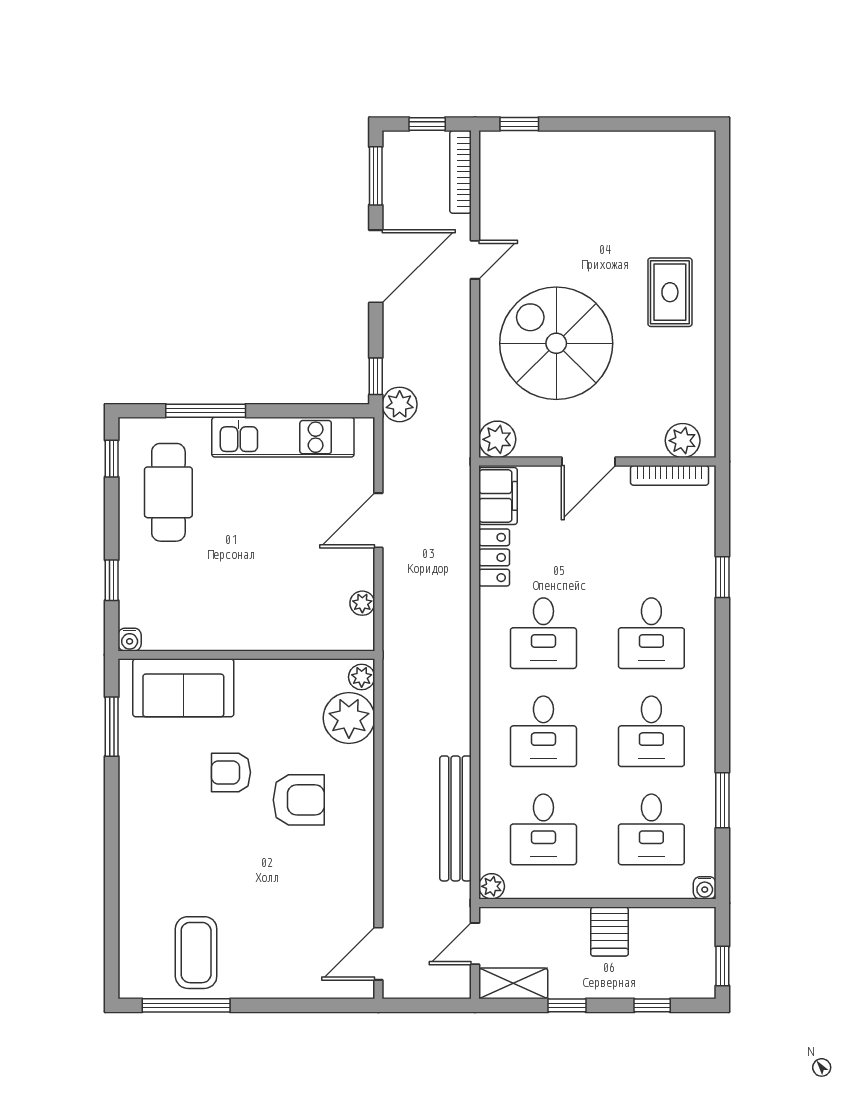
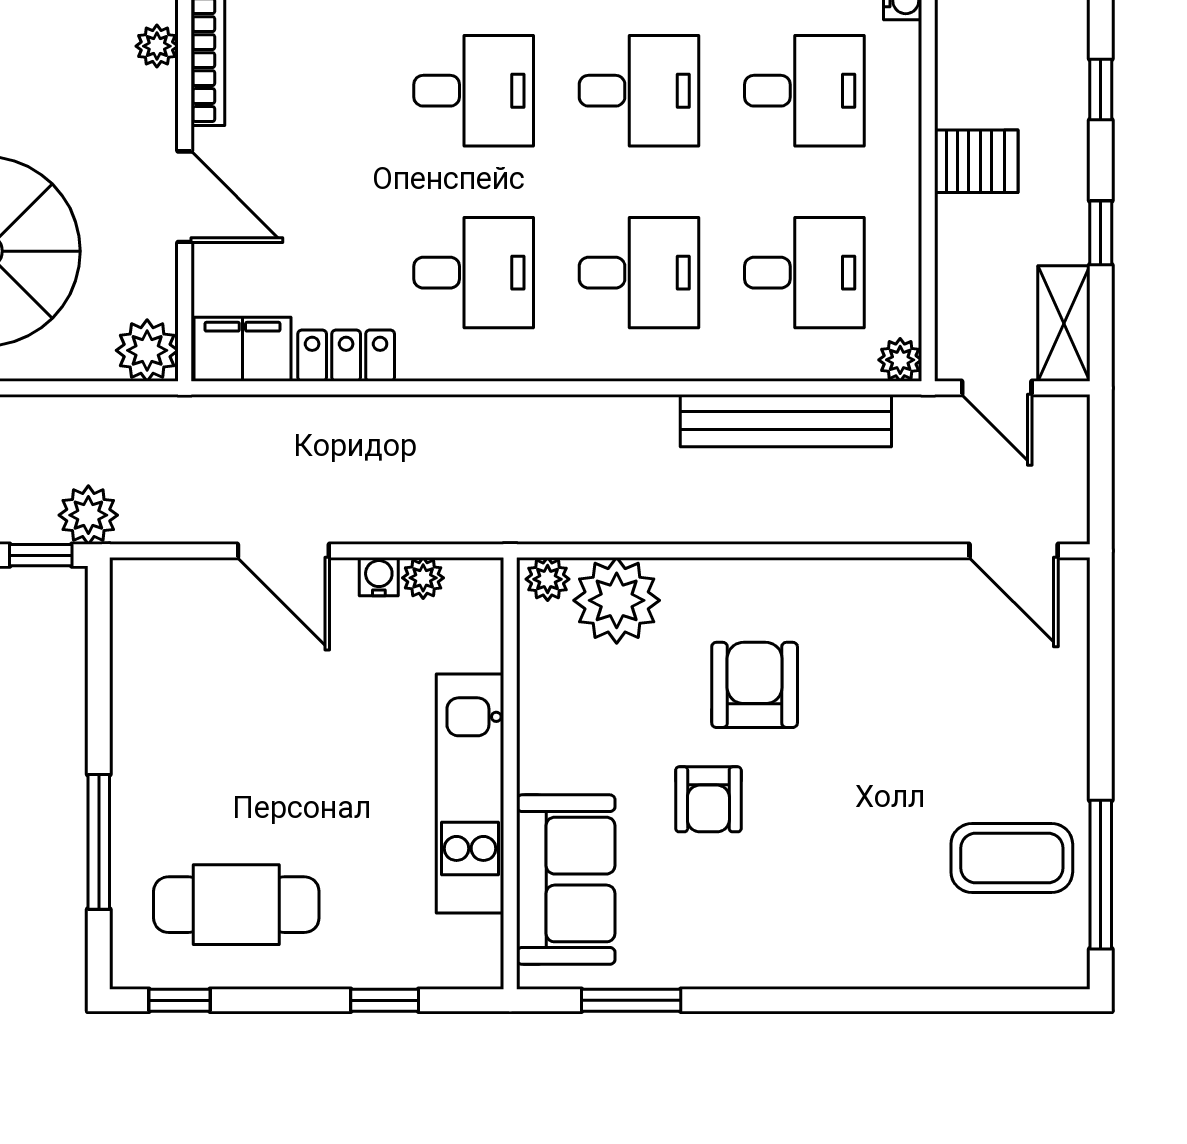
kitchen unit: (283, 437) -> (470, 793), moved, turned 180
plant: (683, 441) -> (157, 46), width x0.73, depth x0.73
water cooler: (130, 640) -> (379, 577), moved, turned -90

